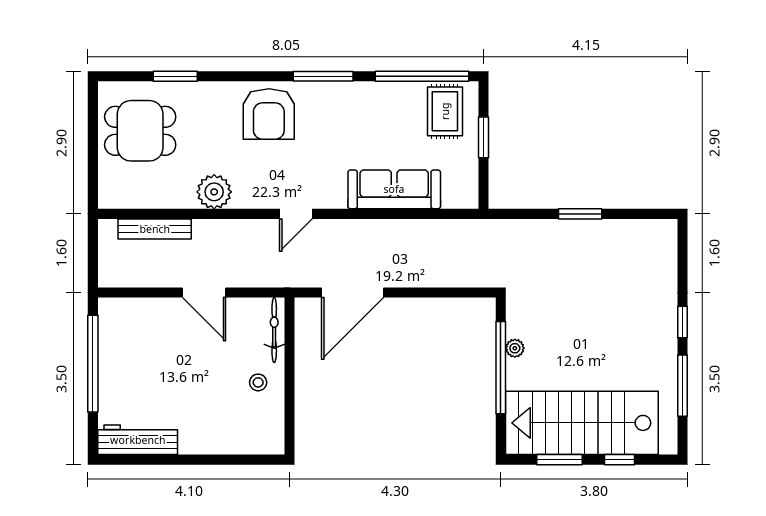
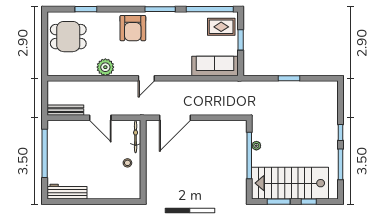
rug: (445, 111) -> (221, 27), turned 90
sofa: (394, 189) -> (215, 66), moved
bench: (155, 229) -> (65, 110), moved

